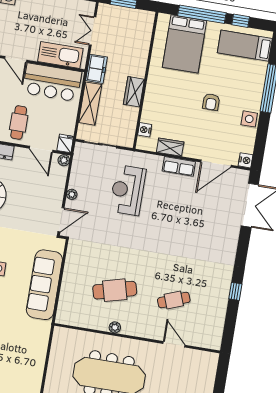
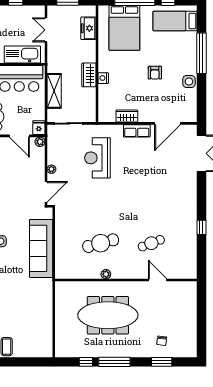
freezer: (96, 69) -> (88, 28), moved, turned 180
nightstand: (145, 130) -> (103, 78), moved
nightstand: (246, 160) -> (192, 116), removed

